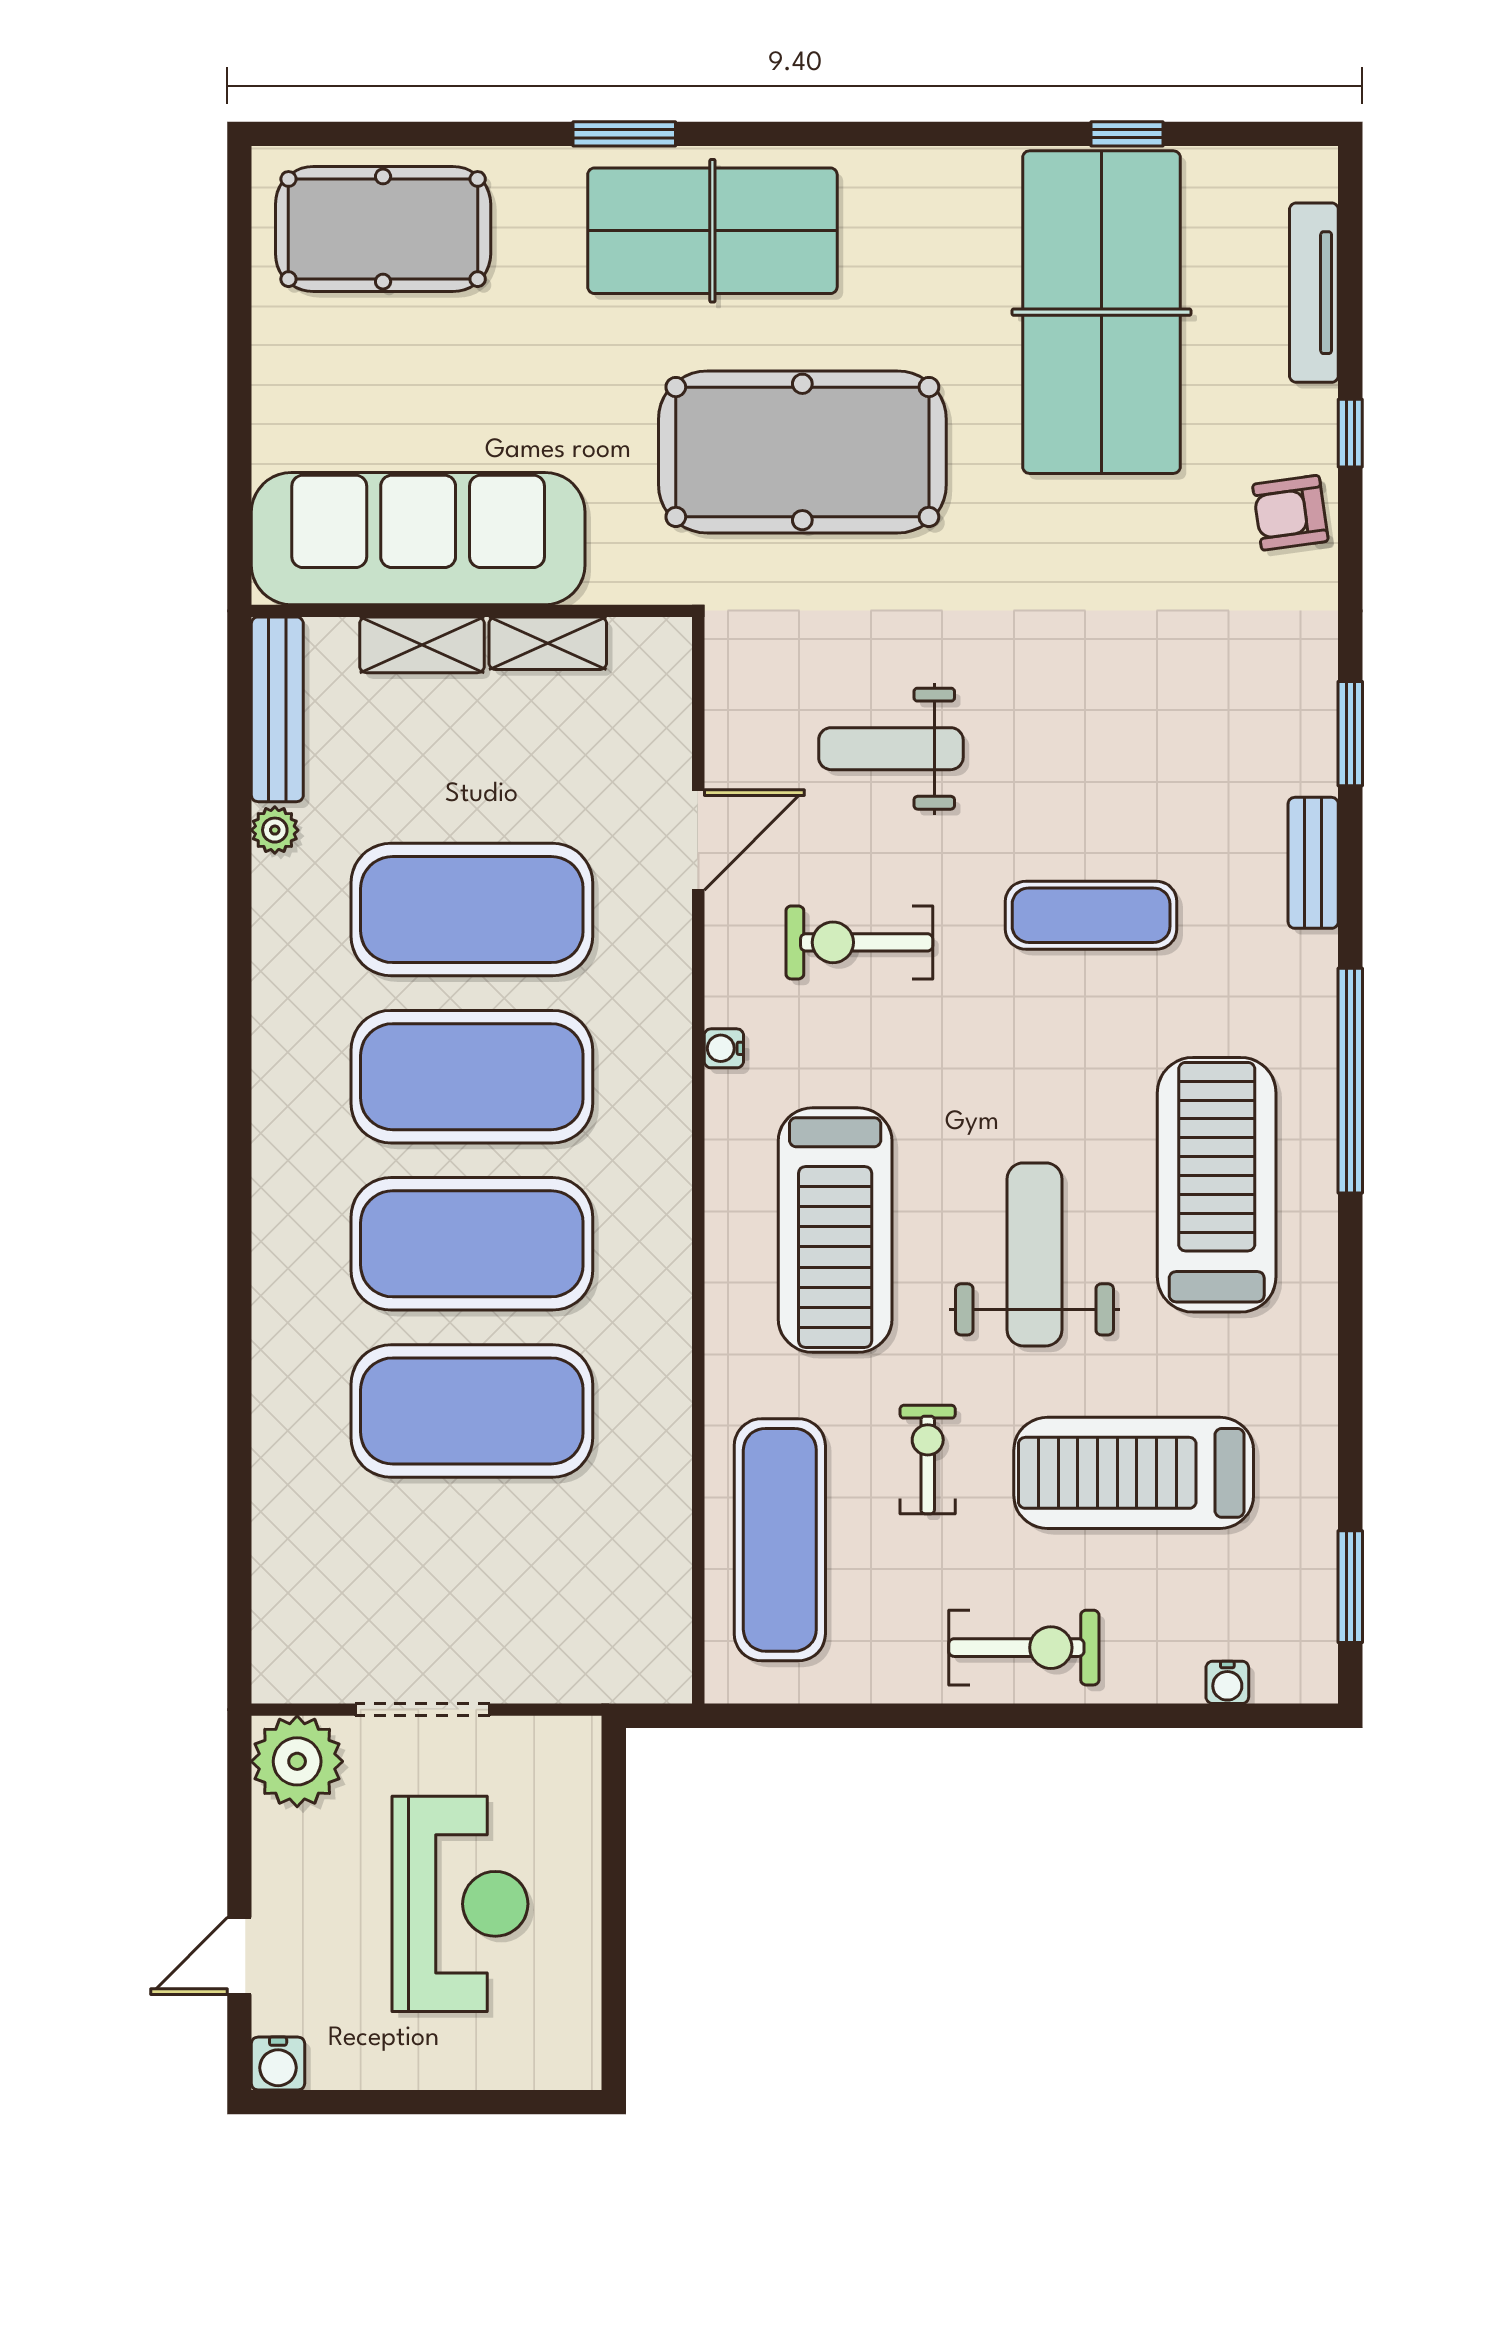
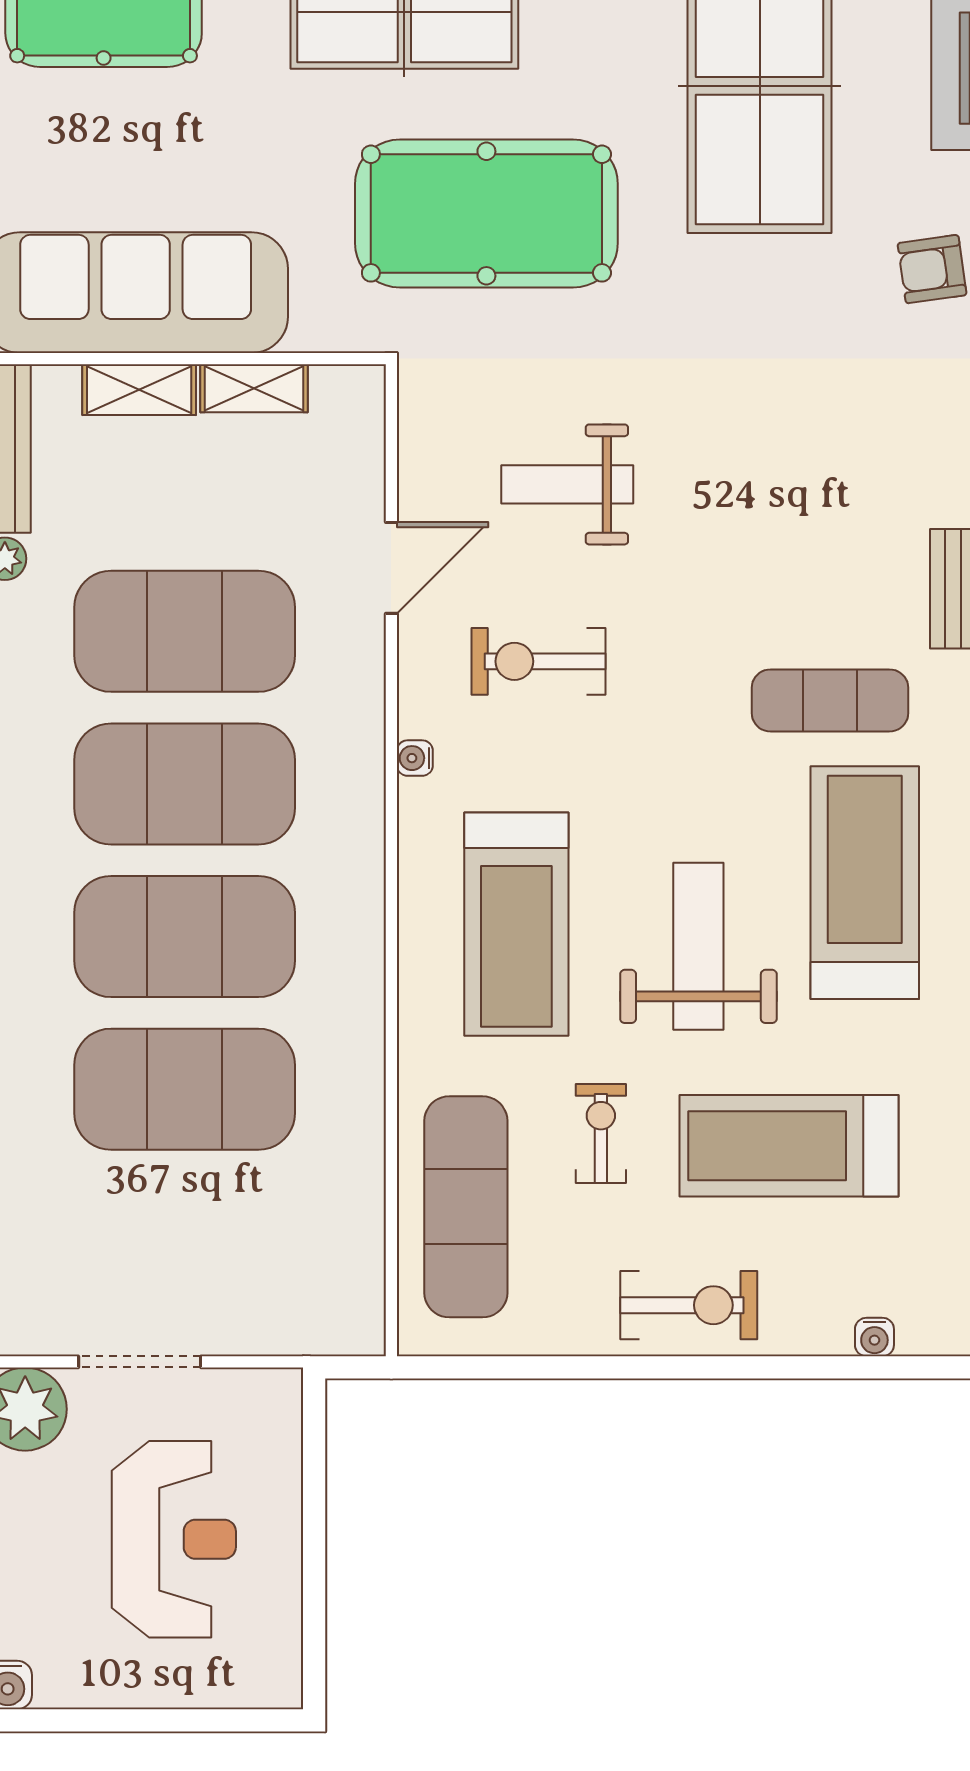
exercise mat: (1091, 915) -> (830, 700), moved

